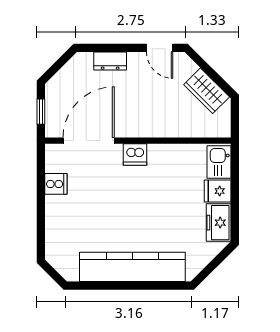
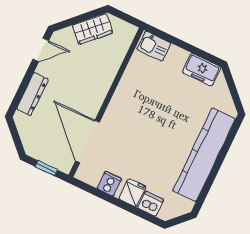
dresser: (110, 61) -> (32, 94), width x1.44
dishwasher: (135, 155) -> (151, 204), moved, turned -90
fridge: (218, 191) -> (132, 193), moved, turned 180

